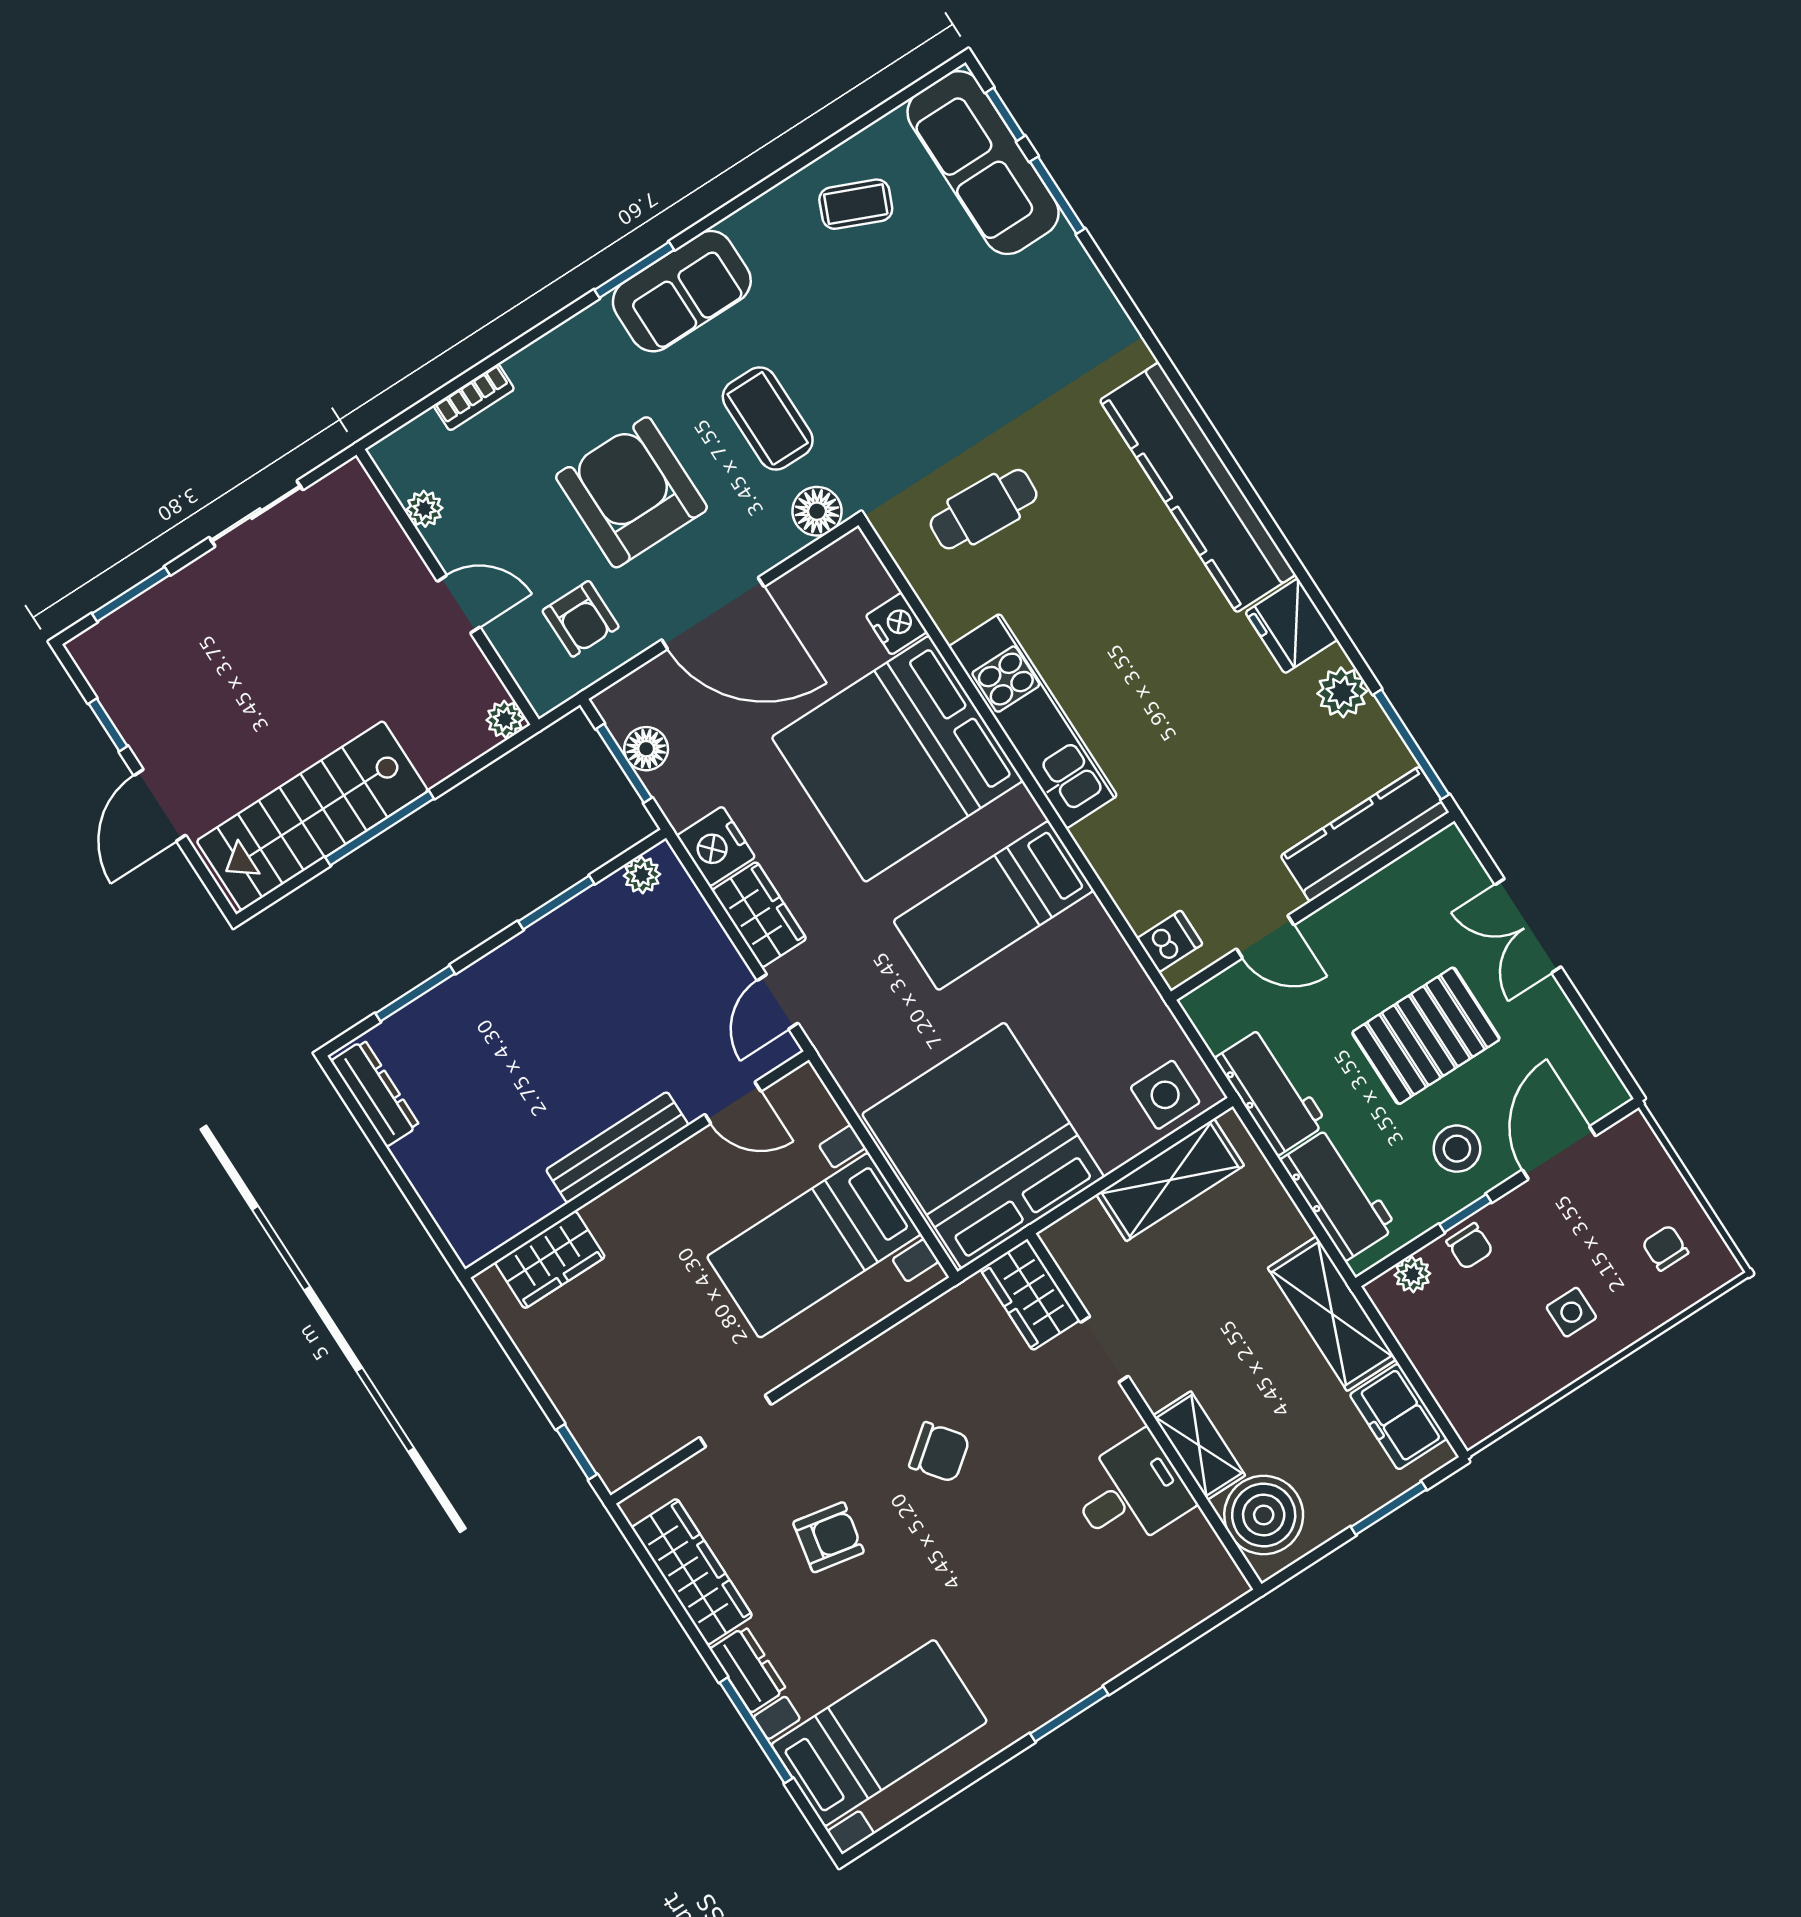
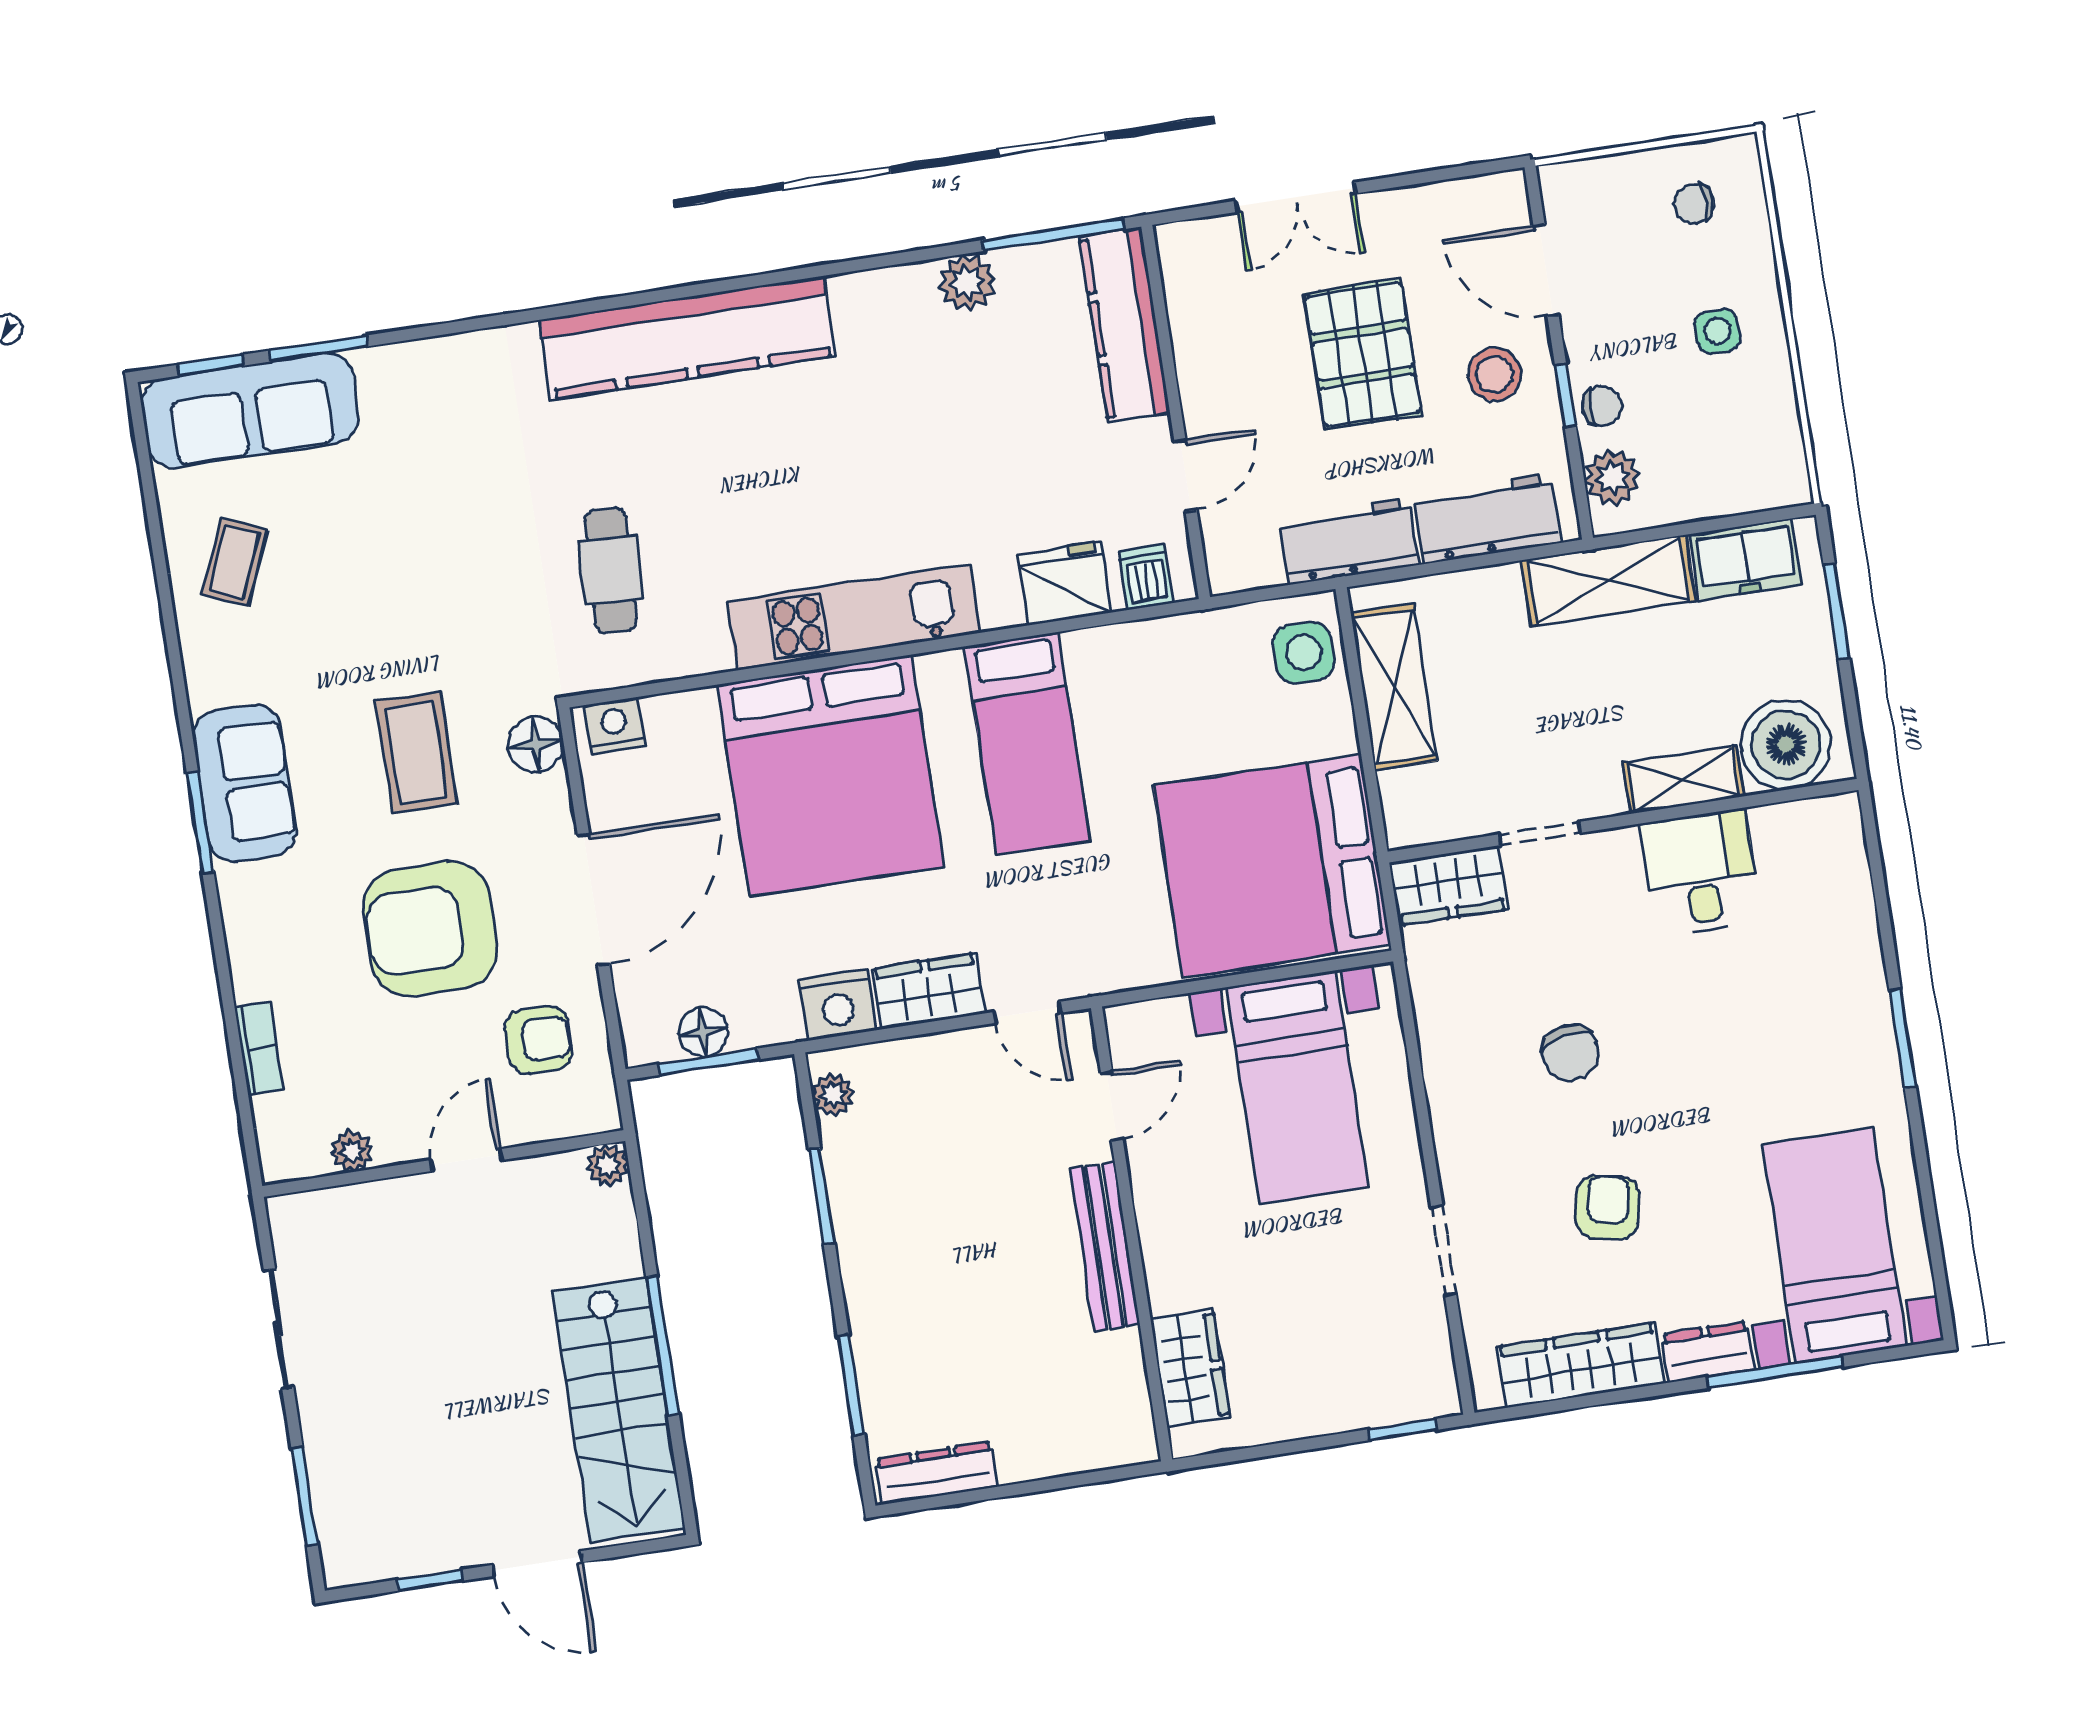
coffee table: (768, 418) -> (417, 753), turned 90
nightstand: (896, 624) -> (614, 726), moved
fridge: (1291, 626) -> (1065, 583), moved, turned 180
plant: (1412, 1274) -> (1612, 478), width x1.38, depth x1.38
chair: (939, 1452) -> (1570, 1053), turned 116

